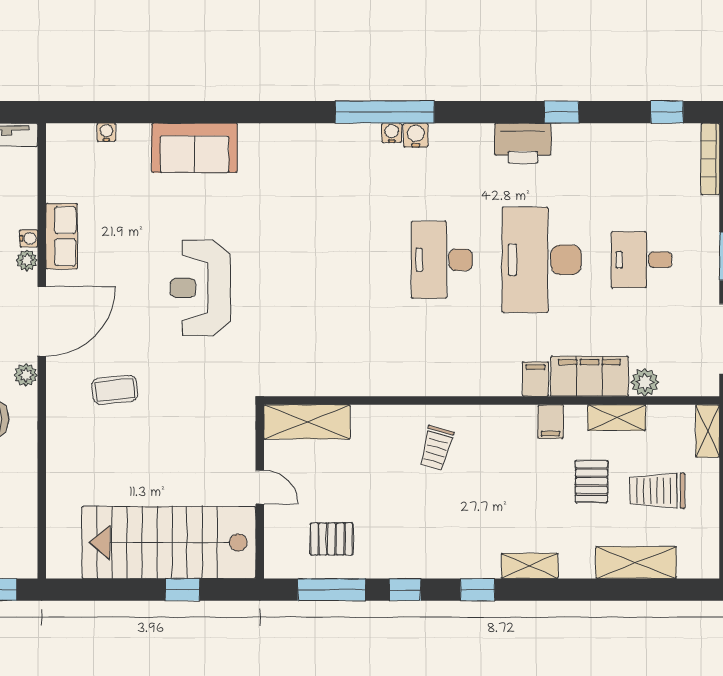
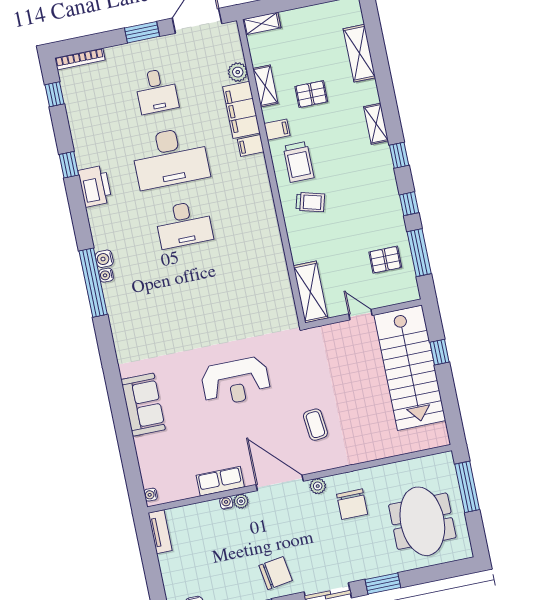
water cooler: (106, 132) -> (151, 495), moved
door: (260, 487) -> (361, 315), hinge flipped
trolley: (657, 491) -> (299, 162), moved
pallet: (331, 539) -> (385, 260), turned 90

